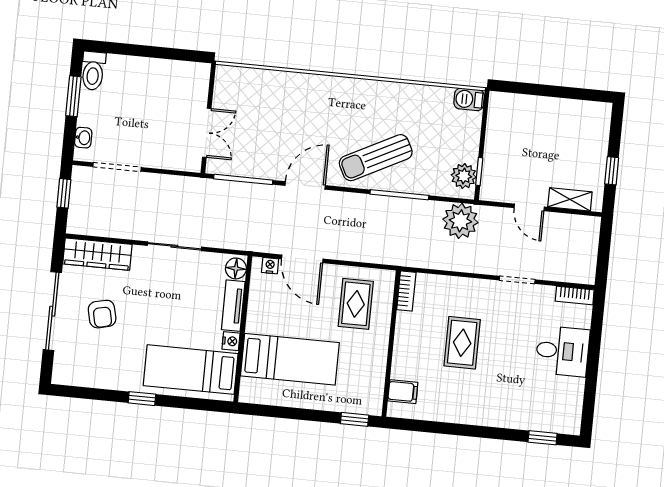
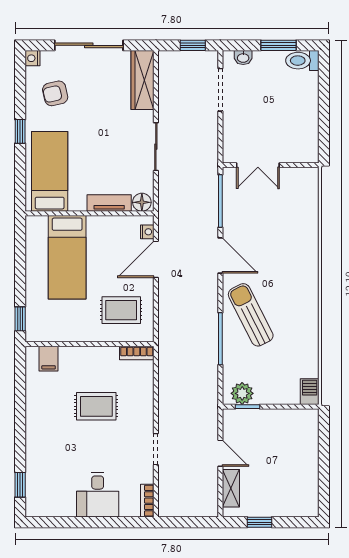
door: (529, 207) -> (220, 453), swing flipped
plant: (460, 221) -> (203, 394), removed
armchair: (102, 314) -> (55, 93), moved
nightstand: (231, 341) -> (32, 58), moved, turned 90

